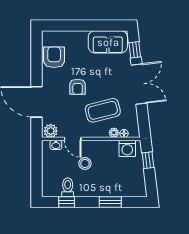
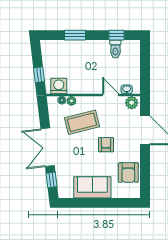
sofa: (108, 42) -> (92, 187), moved
stool: (85, 163) -> (99, 72), removed

